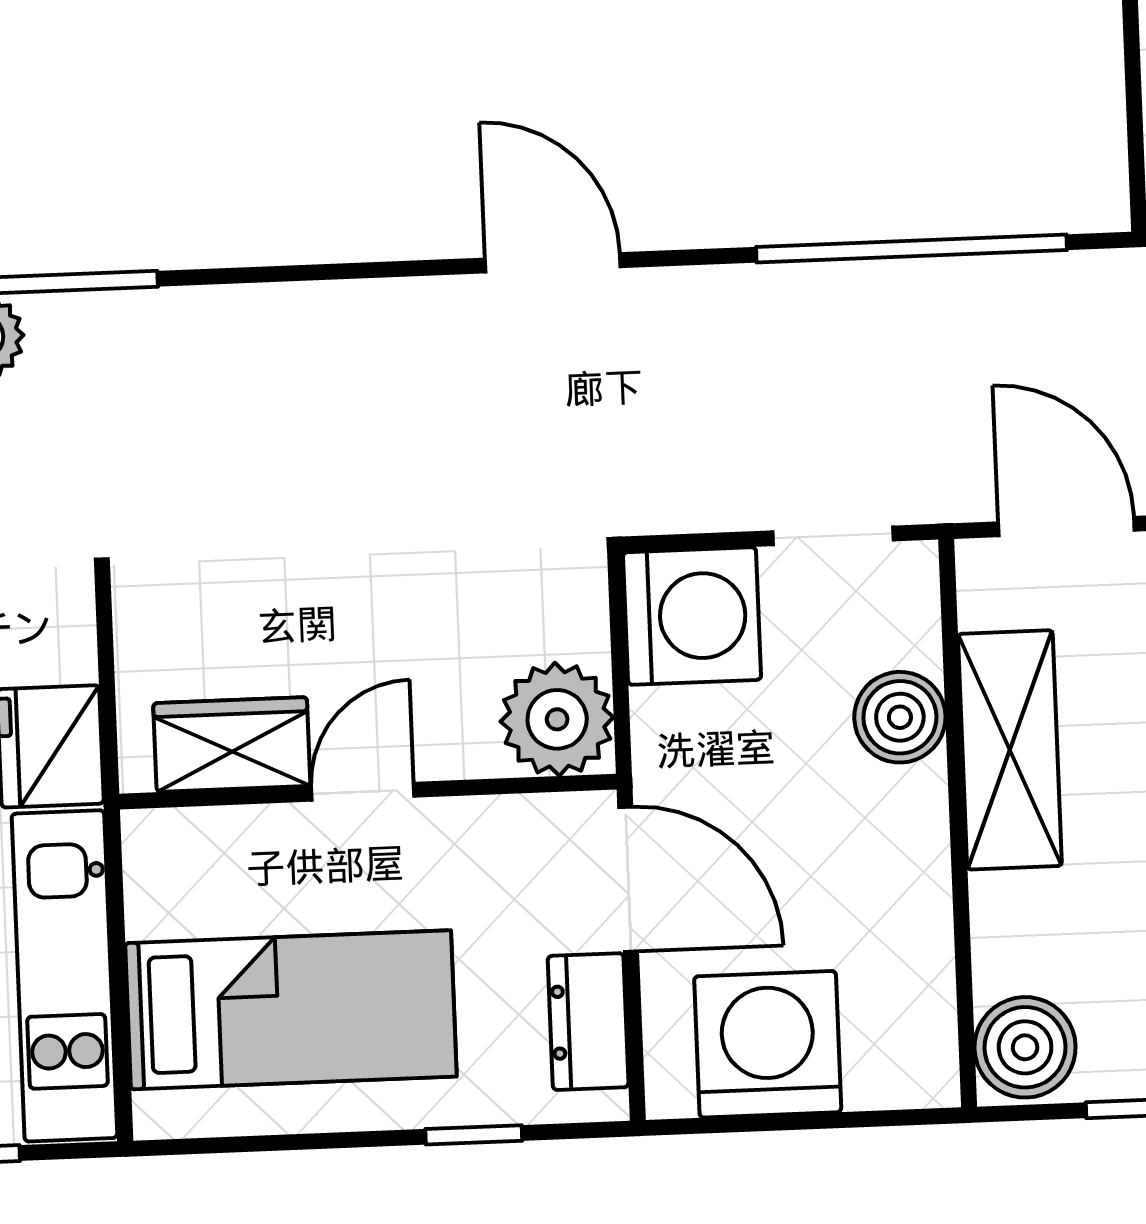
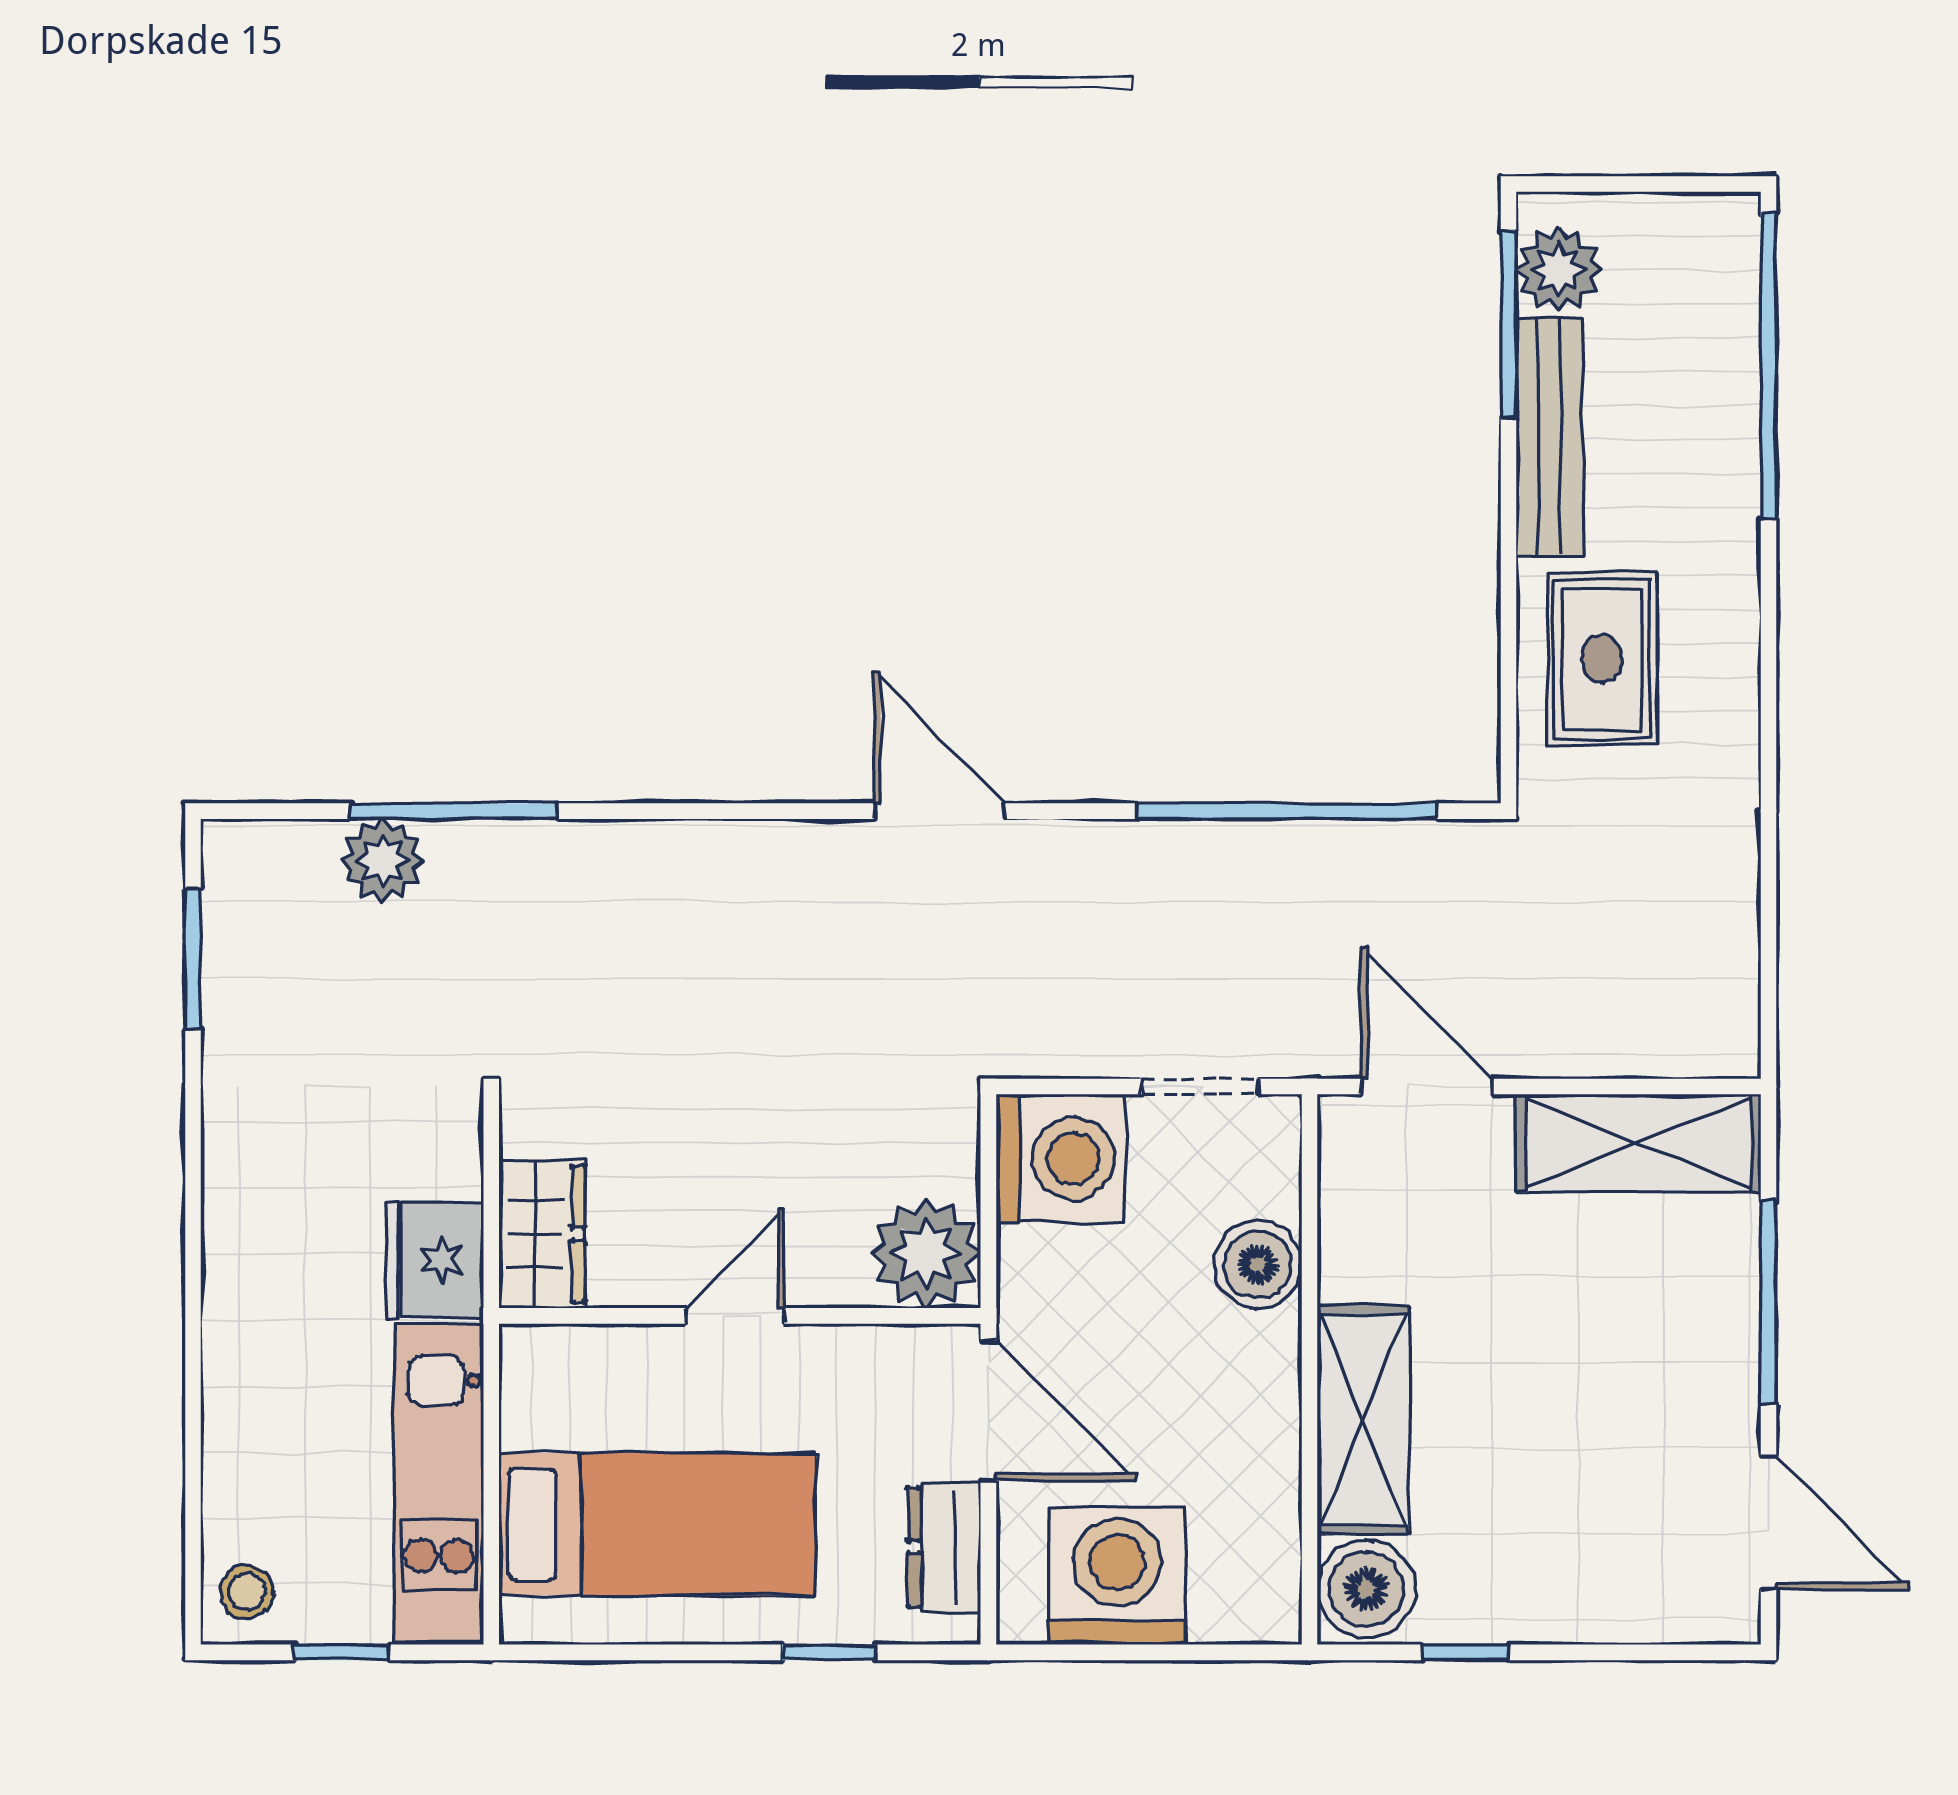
wardrobe: (232, 745) -> (542, 1234), moved, turned 90
shelving: (1010, 750) -> (1363, 1420), moved

